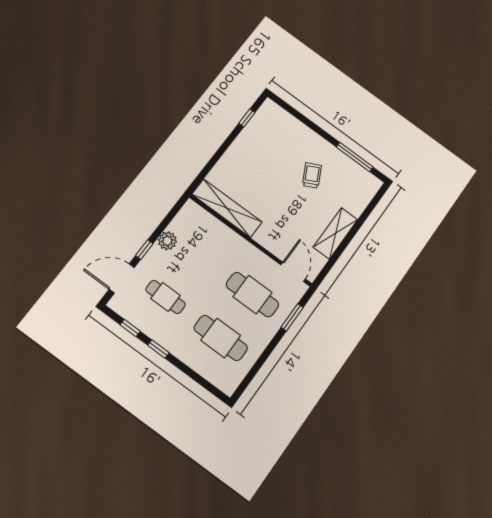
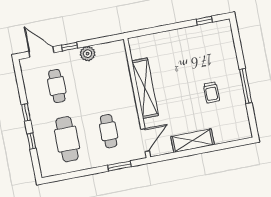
window: (355, 157) -> (246, 86), moved
trolley: (312, 175) -> (211, 92), turned 117
shelving: (227, 208) -> (145, 88), moved
cafe table: (253, 295) -> (109, 131), width x0.73, depth x0.74
window: (130, 328) -> (31, 141), moved

